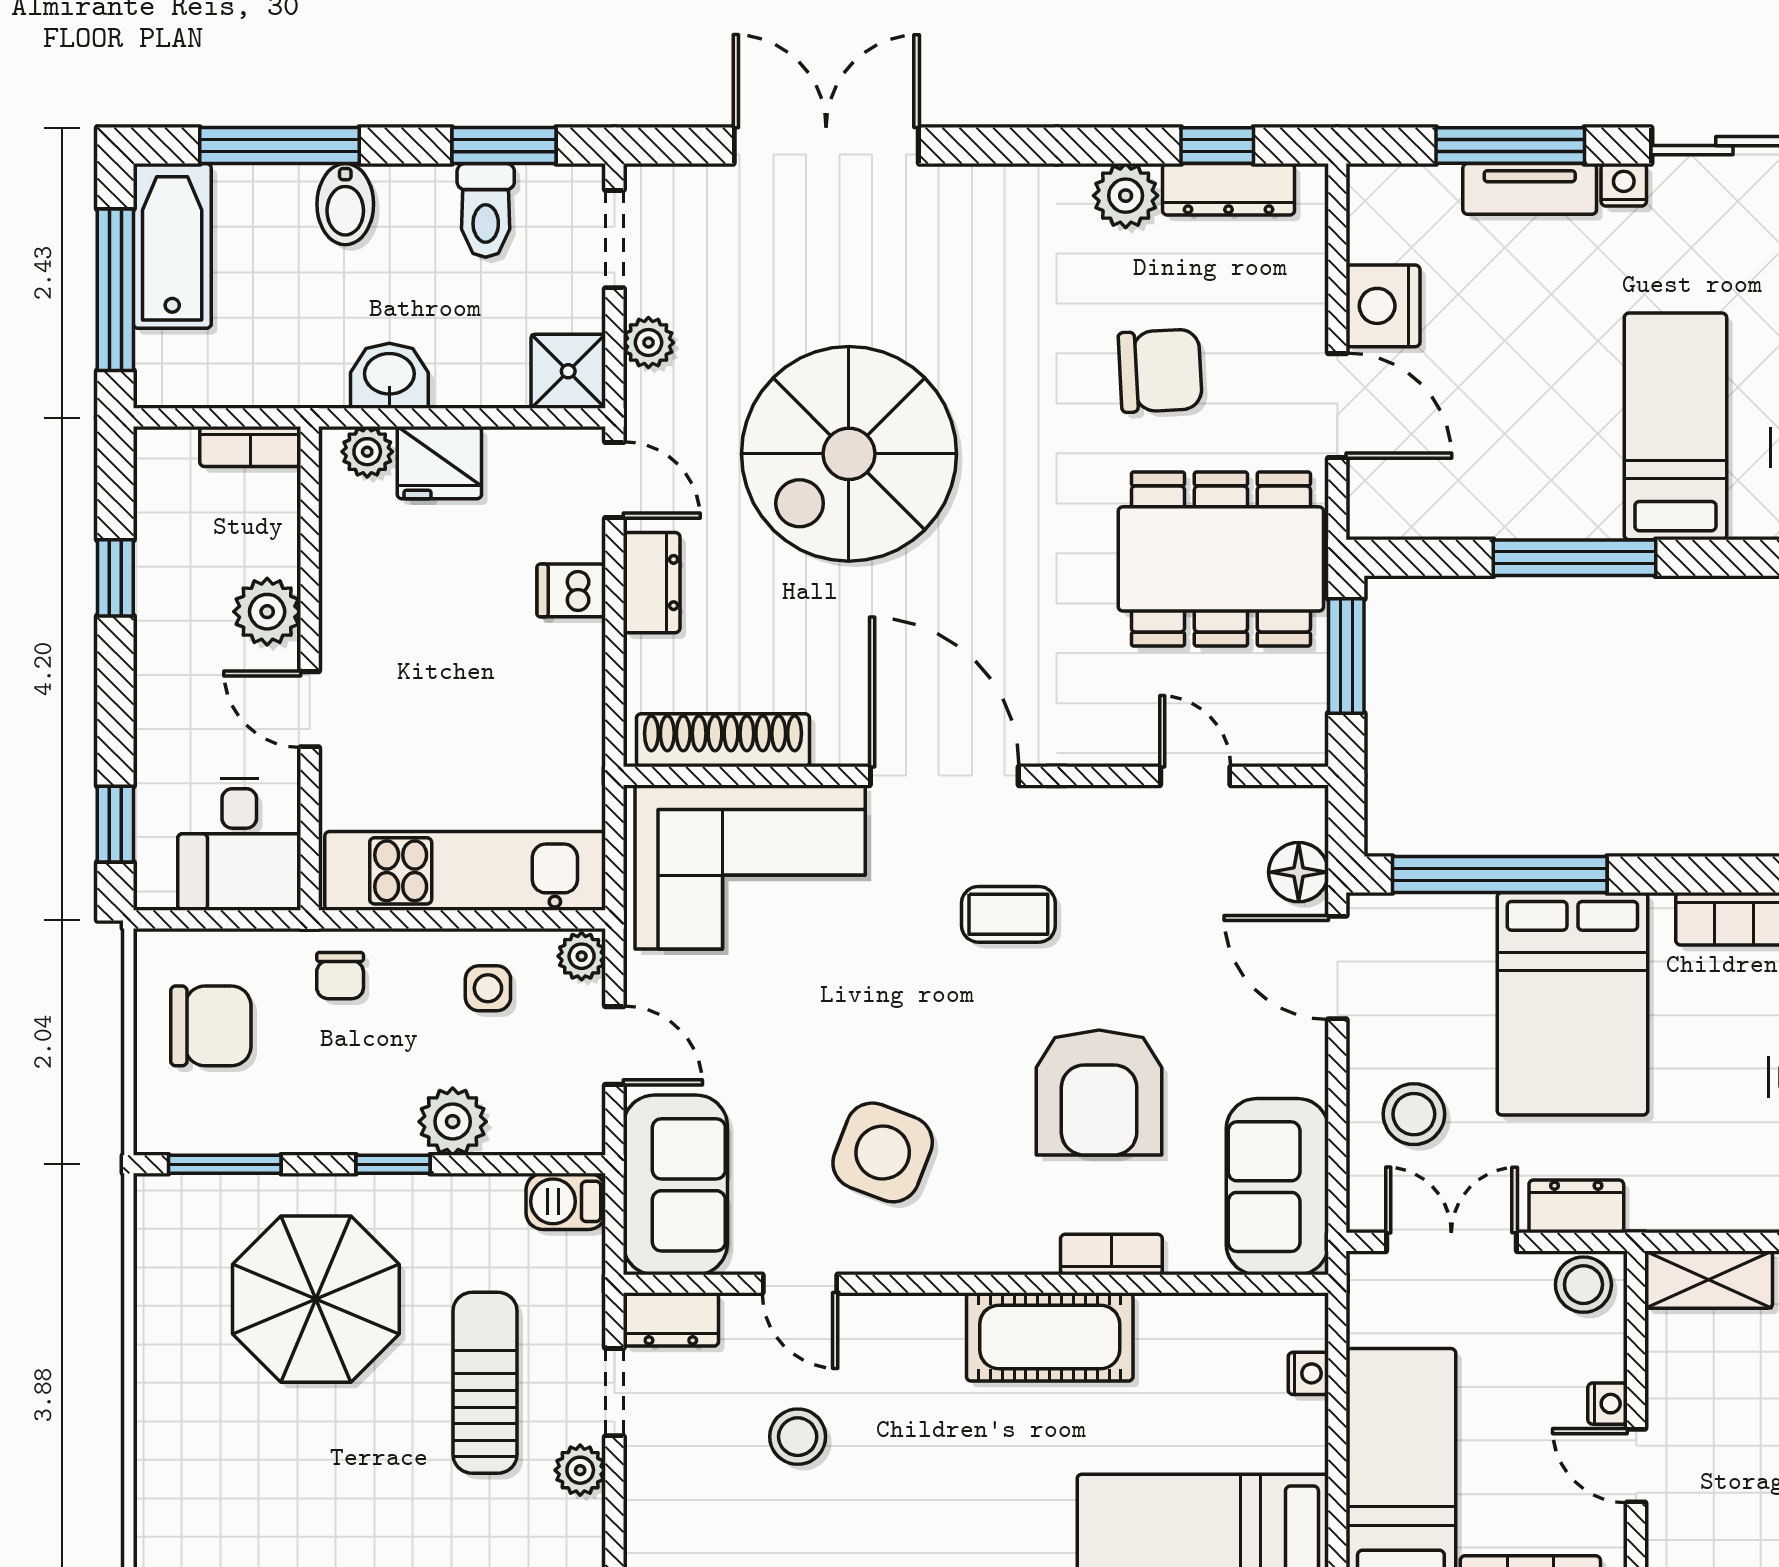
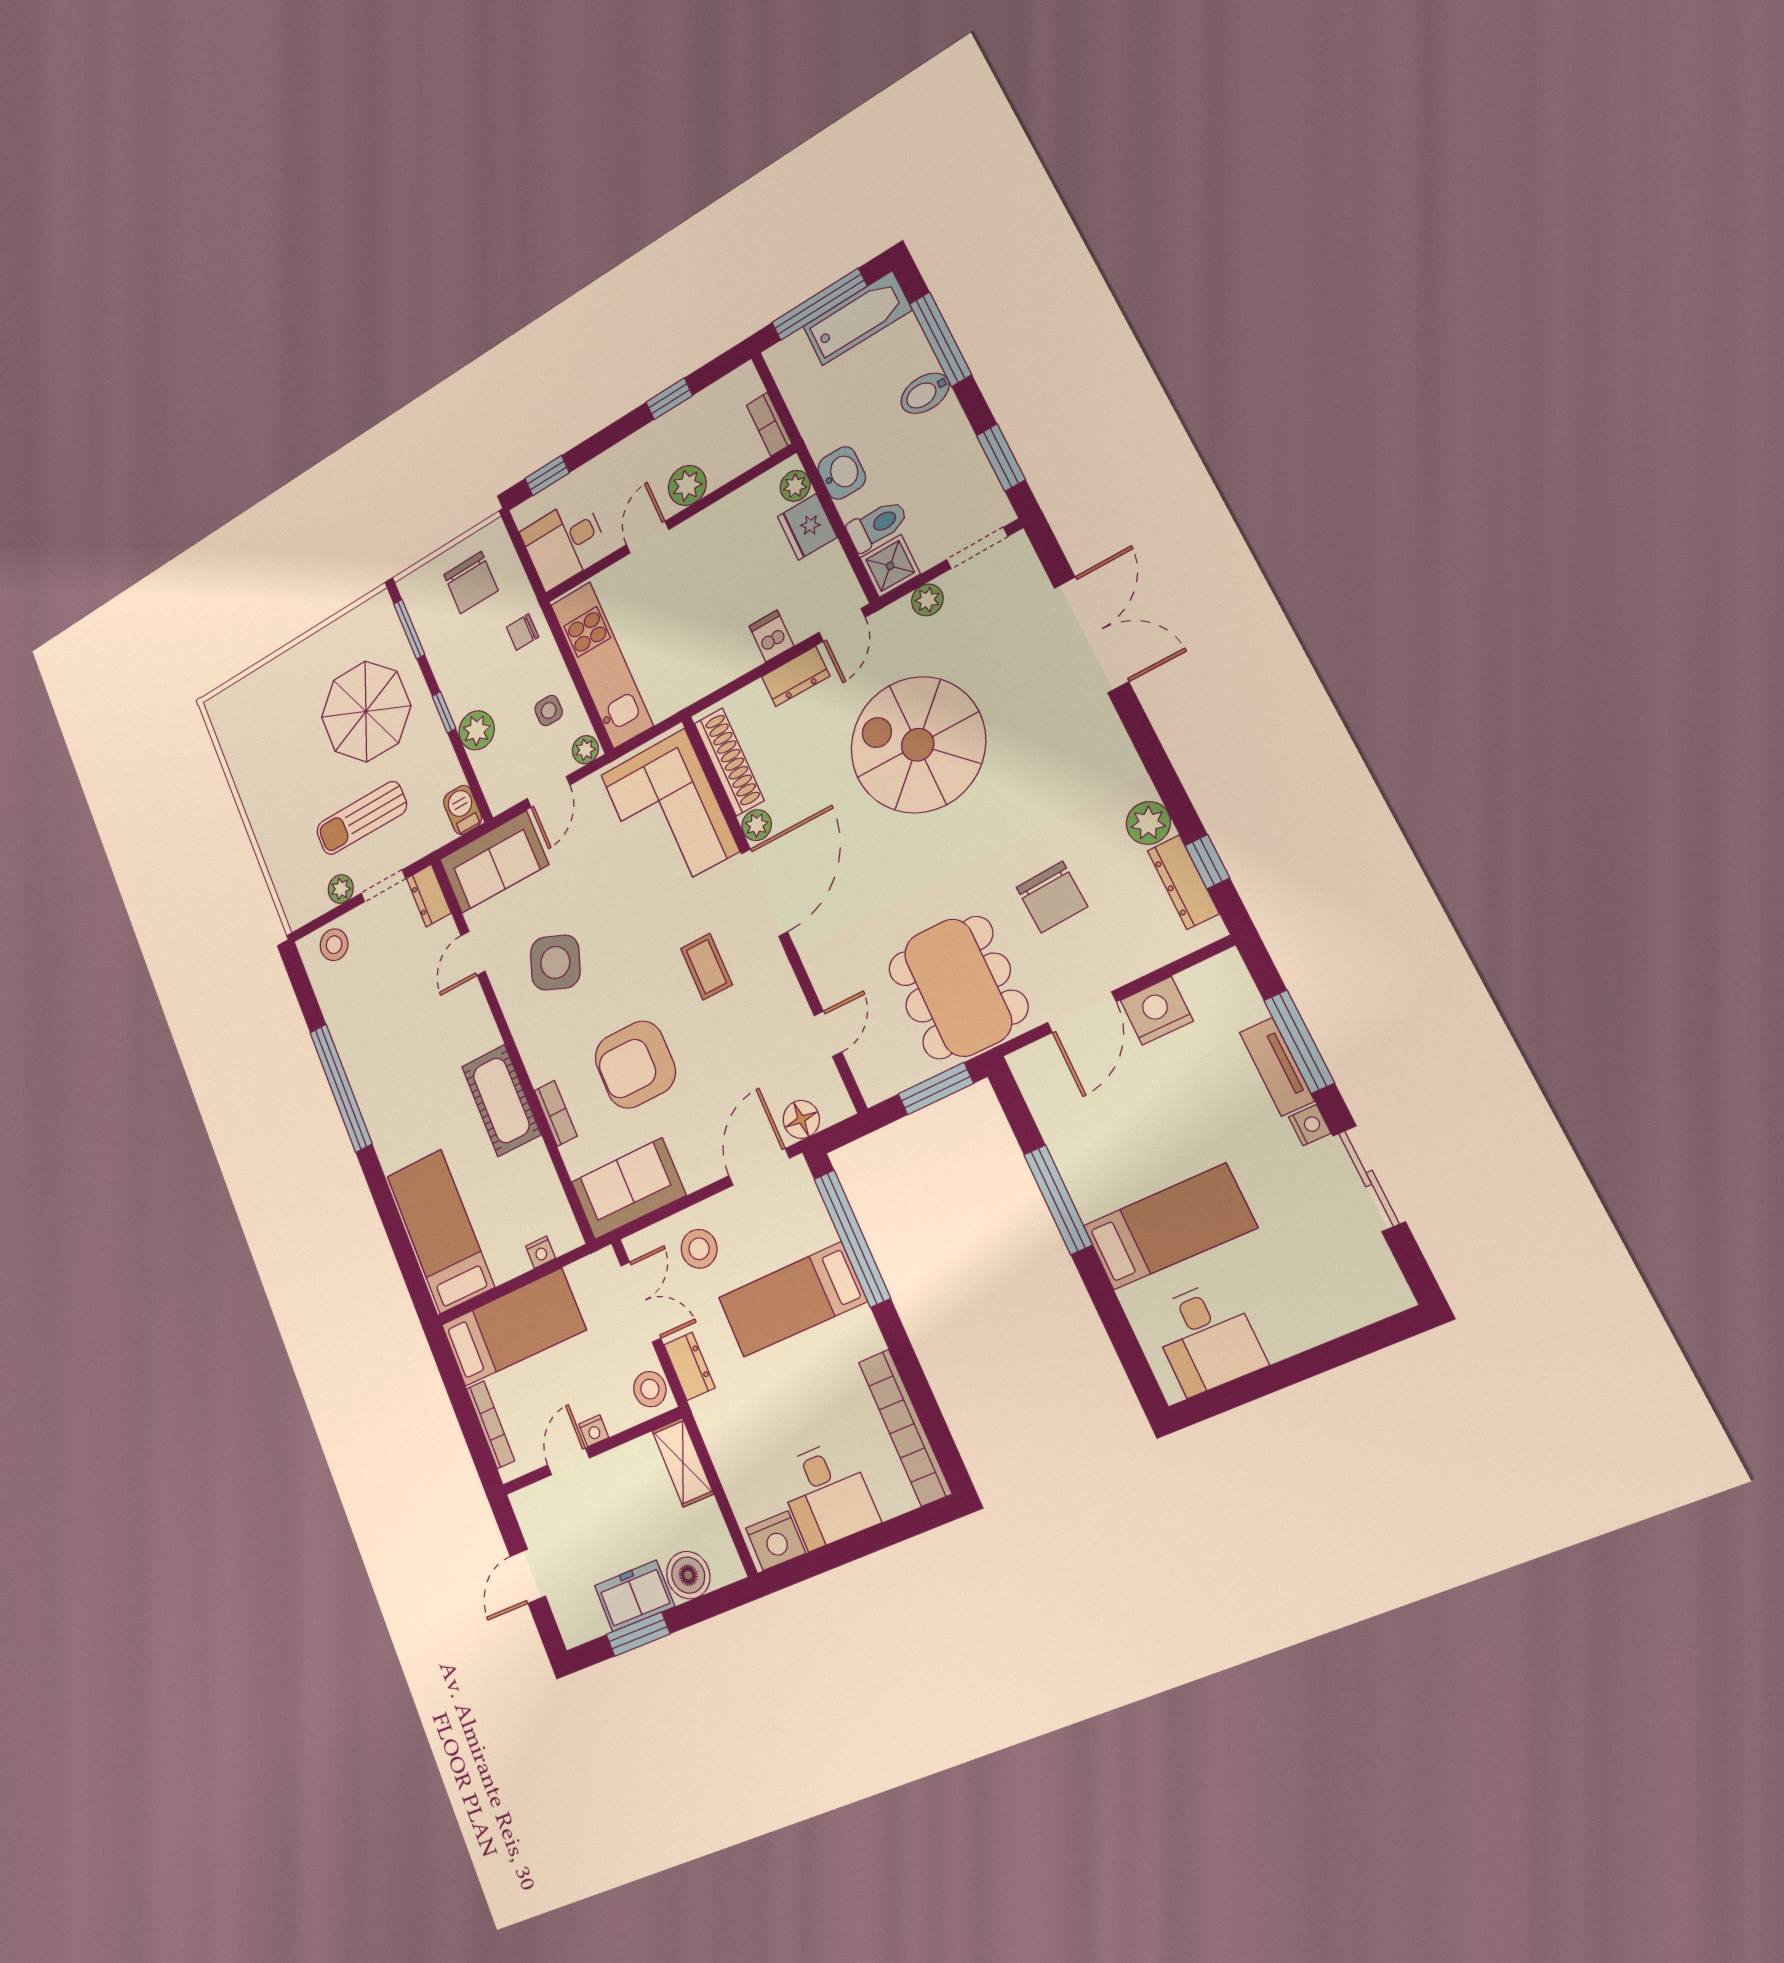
toilet: (486, 210) -> (877, 525), moved, turned 180
plant: (839, 742) -> (757, 825), added
bed: (1572, 1004) -> (792, 1300), width x0.67
sun lounger: (485, 1383) -> (362, 818), turned 180
stool: (798, 1437) -> (334, 945), moved

